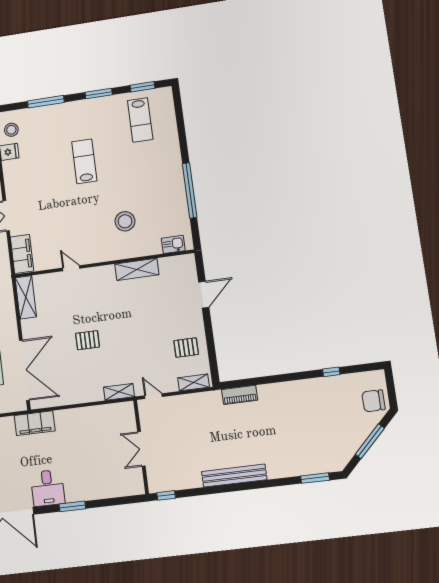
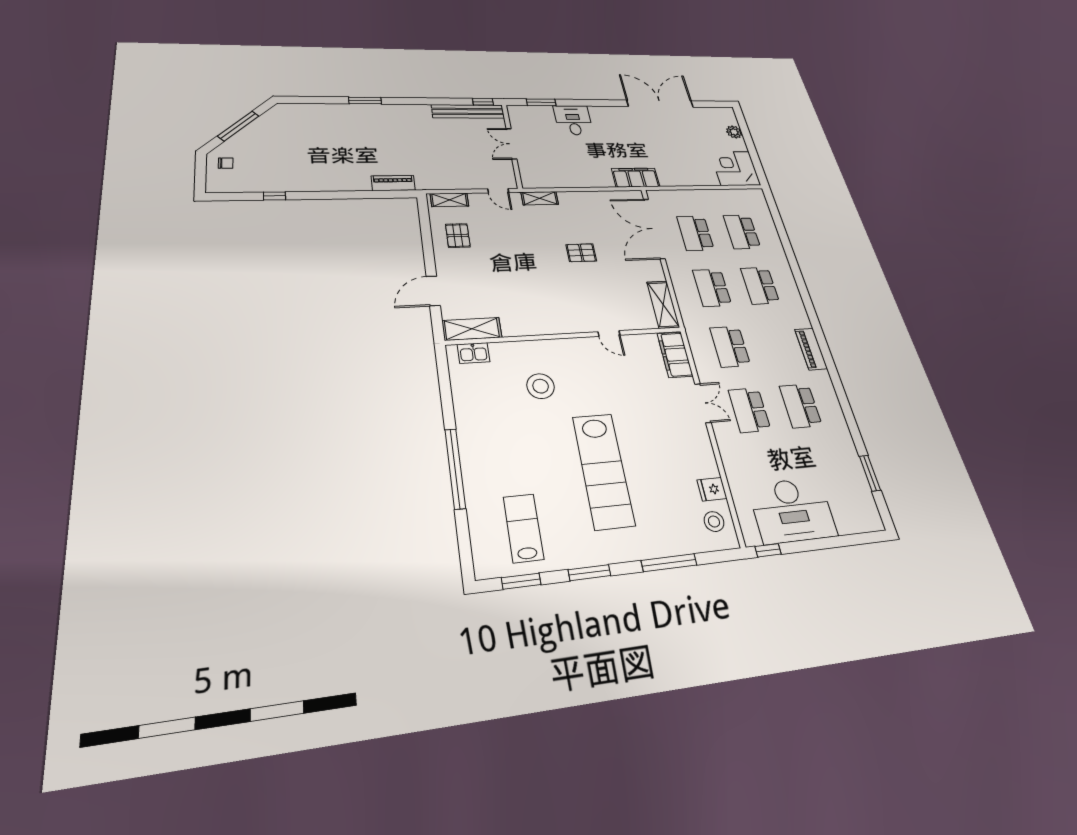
lab bench: (84, 161) -> (603, 470), width x1.86, depth x1.39
window: (190, 190) -> (455, 468), moved
shelving: (137, 269) -> (472, 329), moved
pallet: (186, 348) -> (458, 236), turned 90
chair: (373, 401) -> (226, 163), width x0.54, depth x0.54
double door: (141, 449) -> (511, 144), swing flipped
bench: (234, 476) -> (468, 111), moved
window: (315, 478) -> (365, 101), moved
desk: (48, 488) -> (573, 120), moved
window: (72, 506) -> (541, 102), moved

